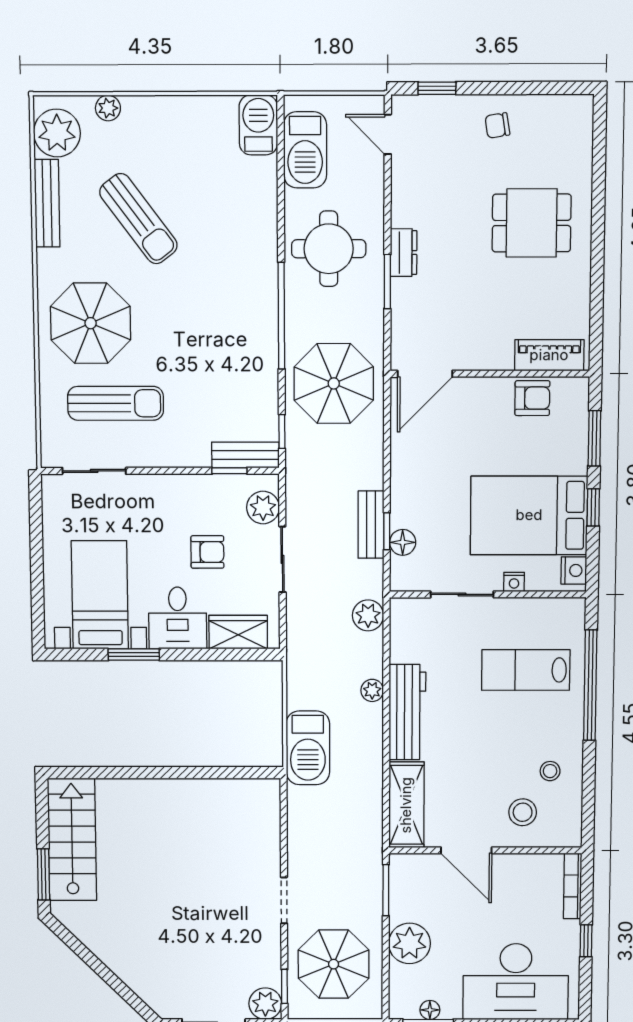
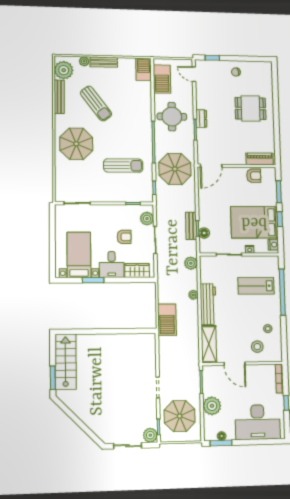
sun lounger: (116, 403) -> (123, 166), moved
bench: (245, 455) -> (104, 62), moved

